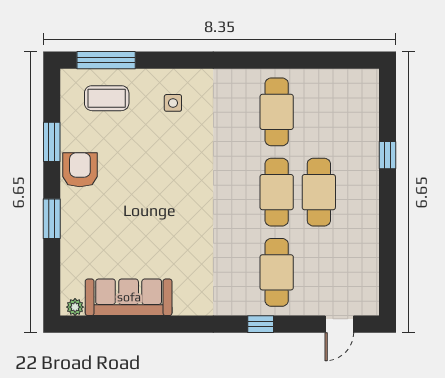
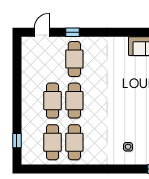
cafe table: (319, 112) -> (52, 142), added
window: (387, 155) -> (17, 141), moved
window: (261, 324) -> (73, 32), moved

